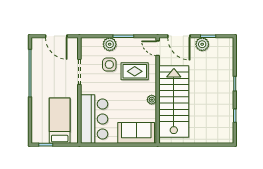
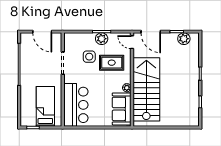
plant: (110, 44) -> (102, 39), moved
plant: (202, 44) -> (184, 39), moved
sofa: (136, 133) -> (122, 109), moved, turned -90

